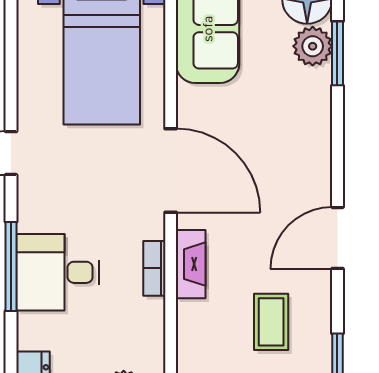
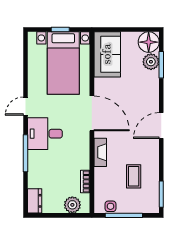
door: (337, 238) -> (161, 126), moved
bookcase: (154, 268) -> (85, 182), moved
desk: (58, 272) -> (45, 134), moved

